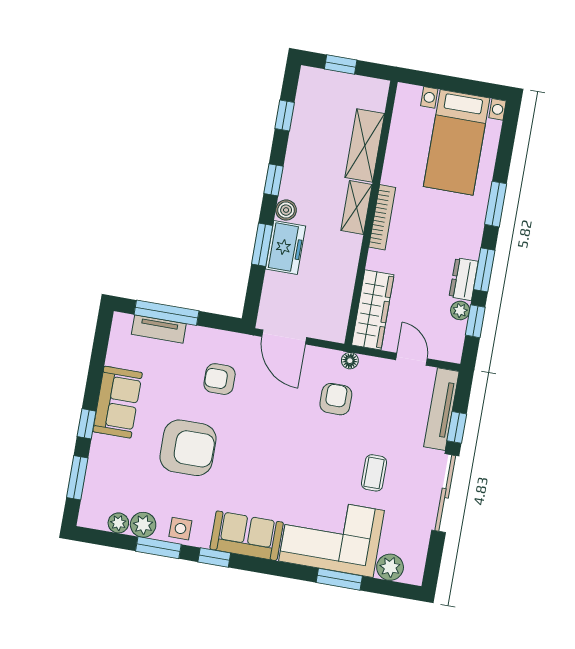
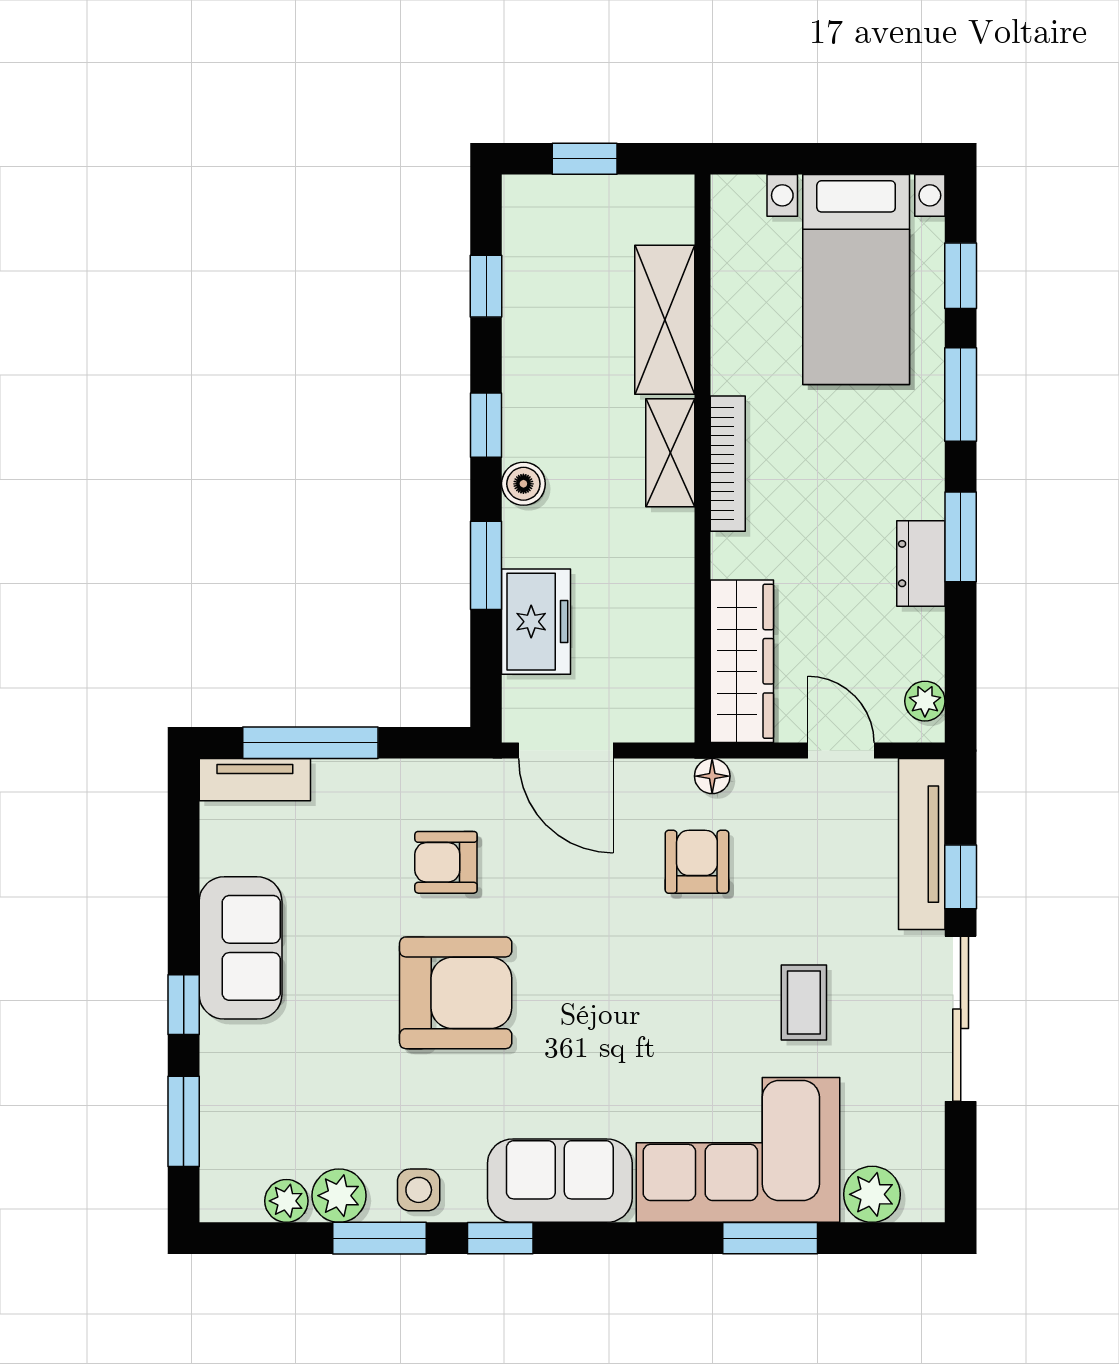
freezer: (286, 247) -> (536, 622), moved
plant: (460, 310) -> (925, 701), moved
window: (475, 321) -> (961, 276), moved
tv unit: (159, 329) -> (255, 780), moved
armchair: (188, 448) -> (456, 993), moved

